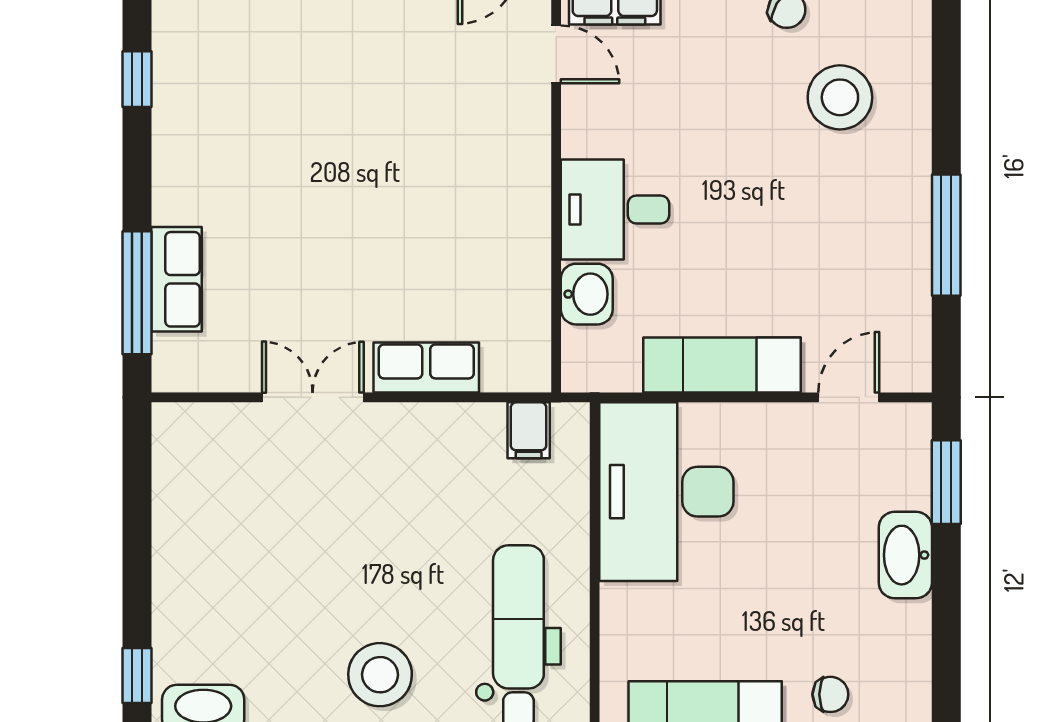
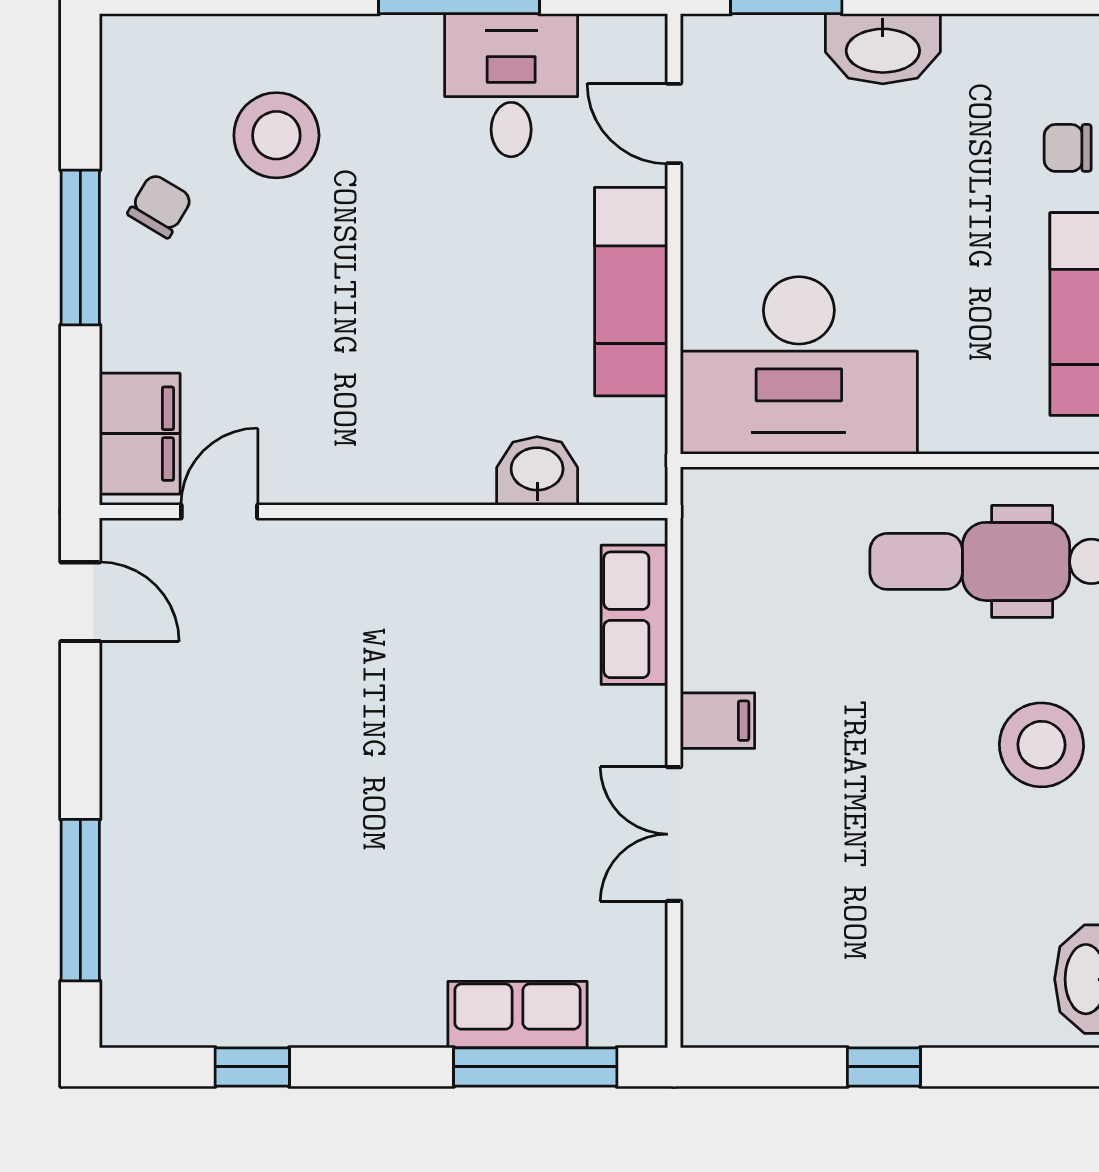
desk: (615, 210) -> (511, 85), moved, turned 180
row of seats: (426, 367) -> (634, 615), moved
filing cabinet: (529, 430) -> (718, 721), moved
window: (137, 675) -> (884, 1067), moved
chair: (830, 694) -> (1068, 148), turned -90

